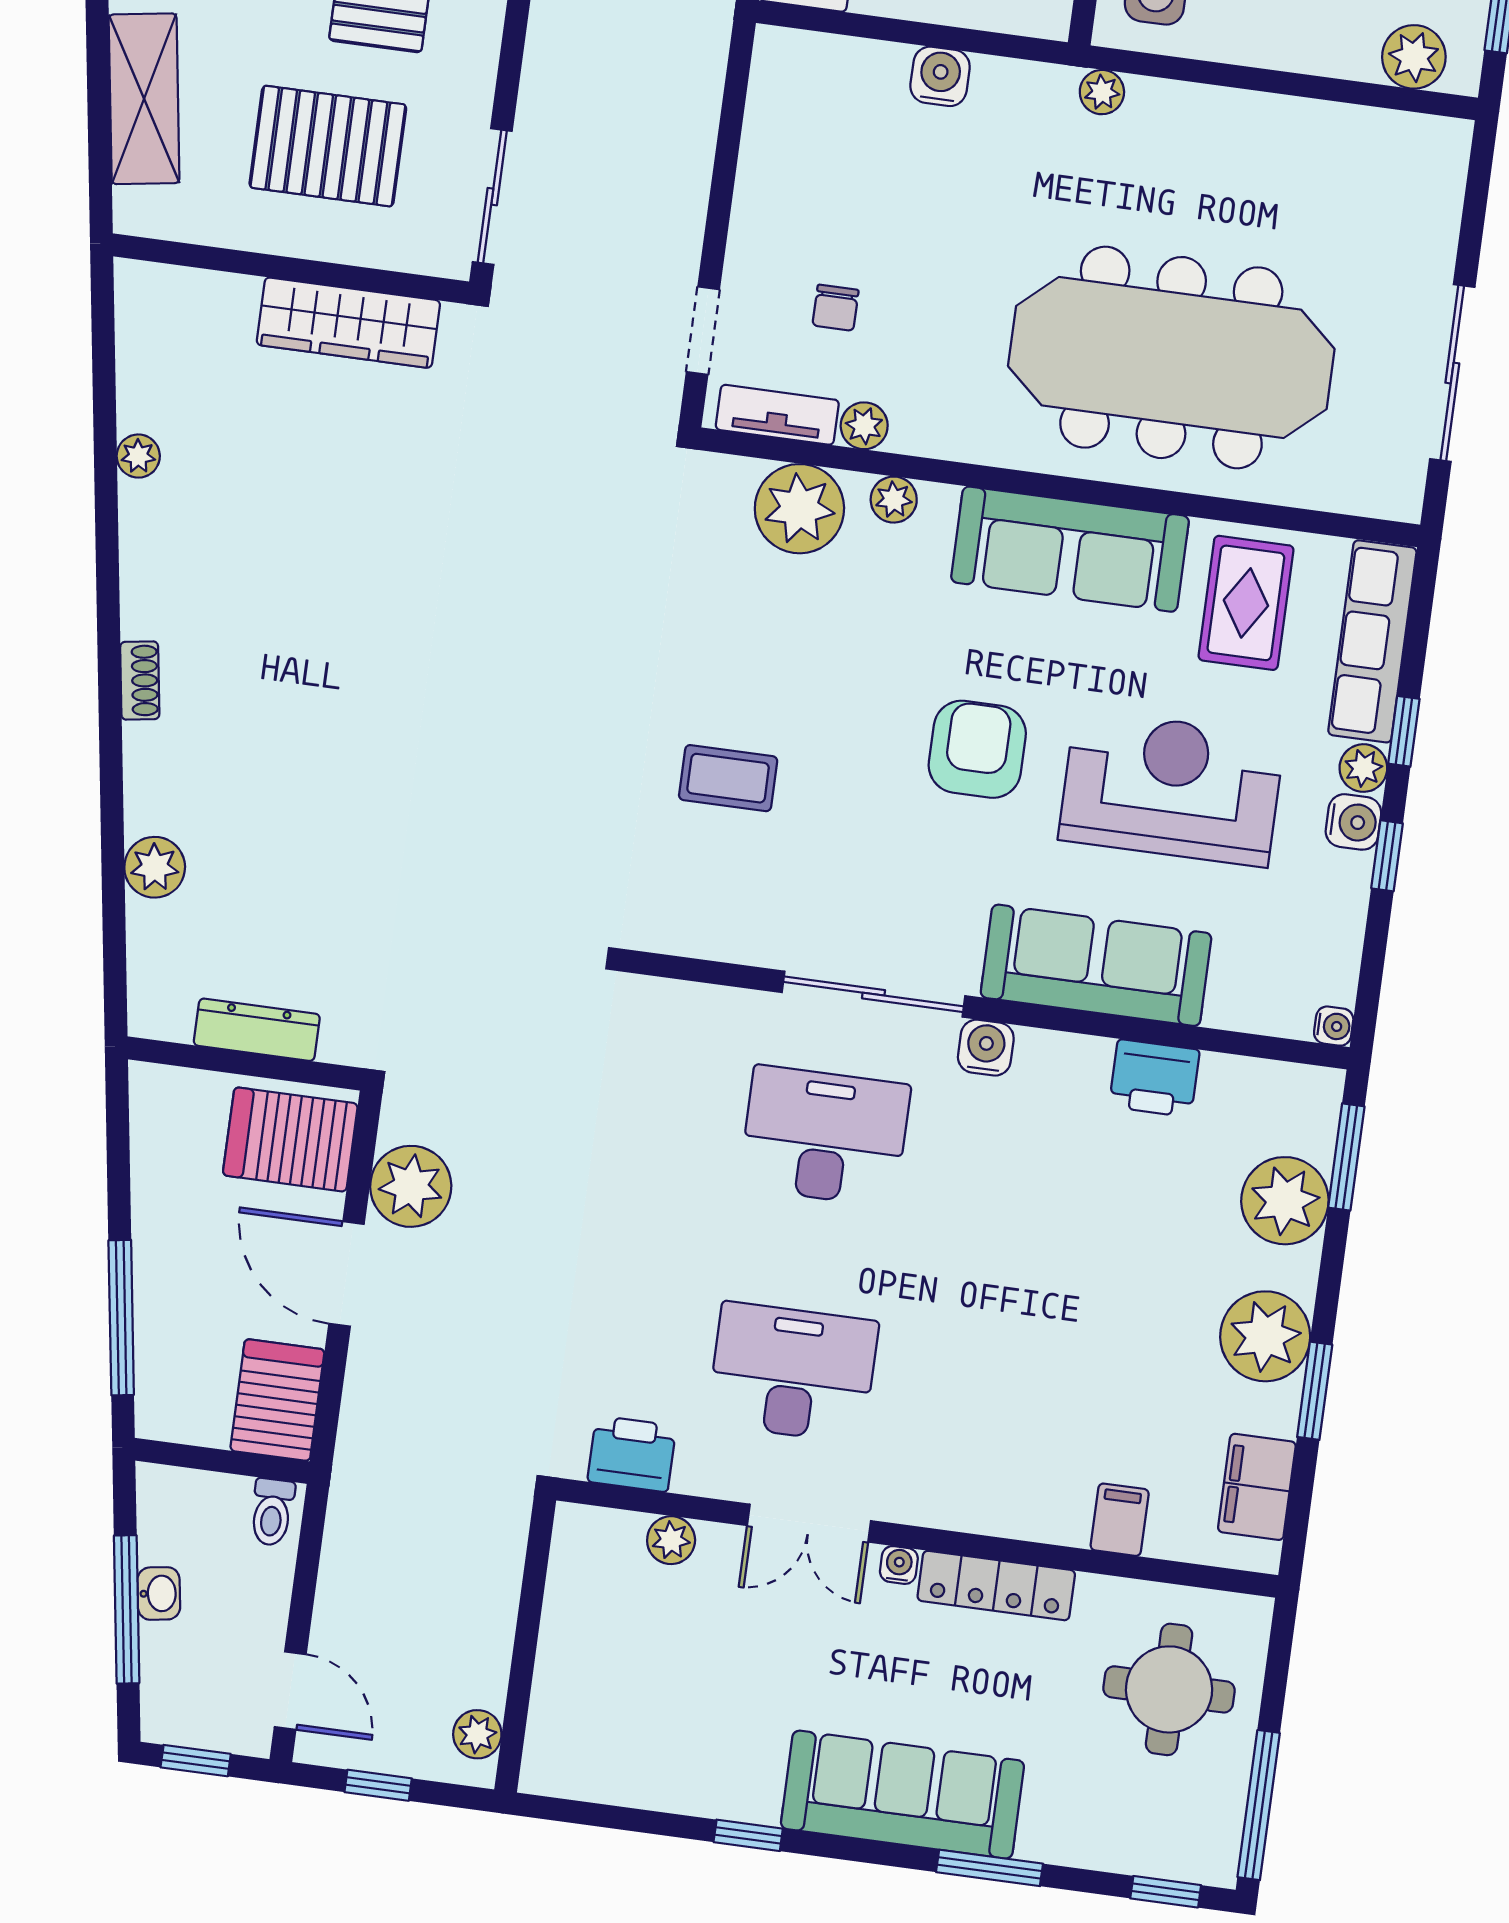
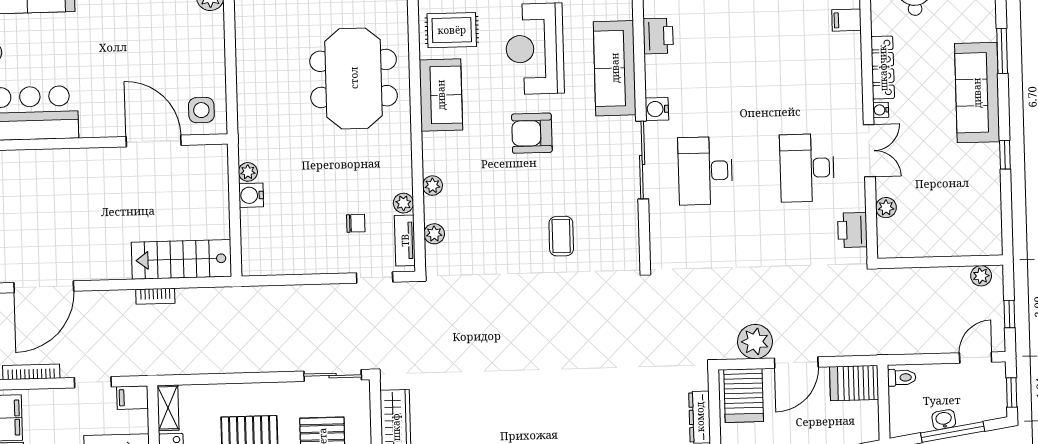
plant: (1102, 92) -> (248, 172), moved
meeting table: (1171, 358) -> (354, 78), width x0.73
plant: (799, 509) -> (434, 234), width x0.53, depth x0.53
sofa: (1070, 549) -> (441, 95), width x0.73

